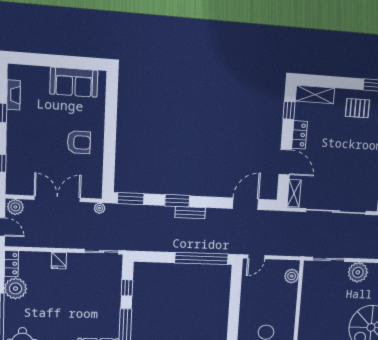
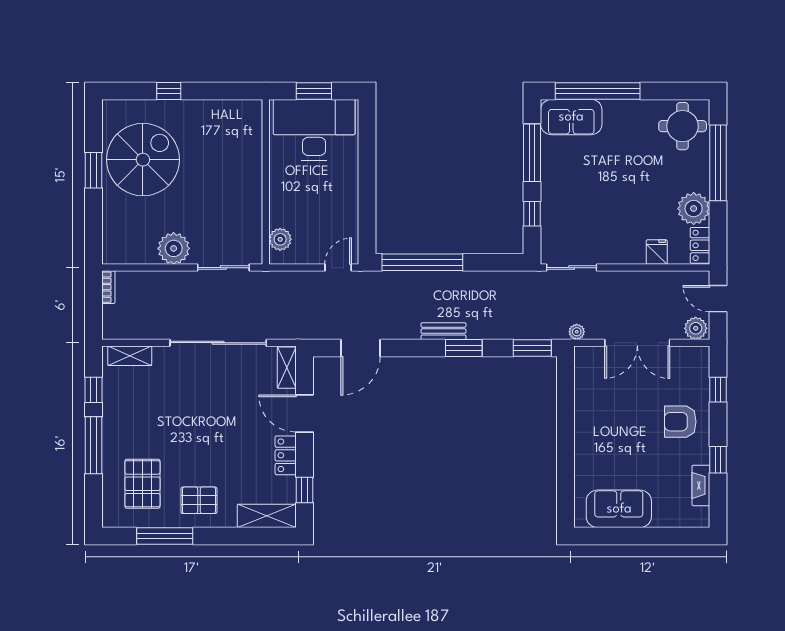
armchair: (79, 142) -> (680, 422), moved
fridge: (59, 261) -> (657, 252), moved

